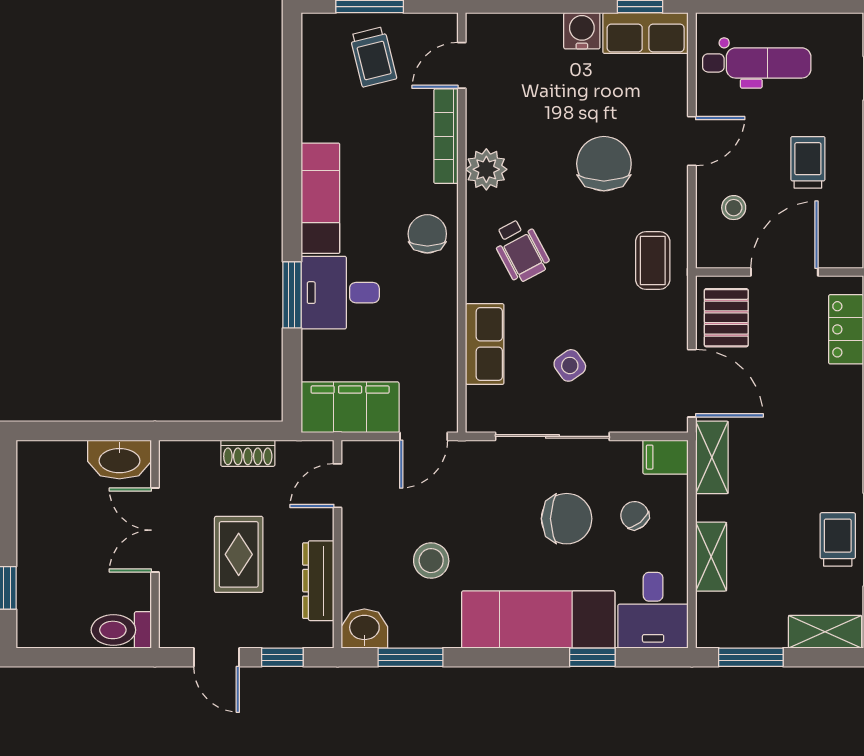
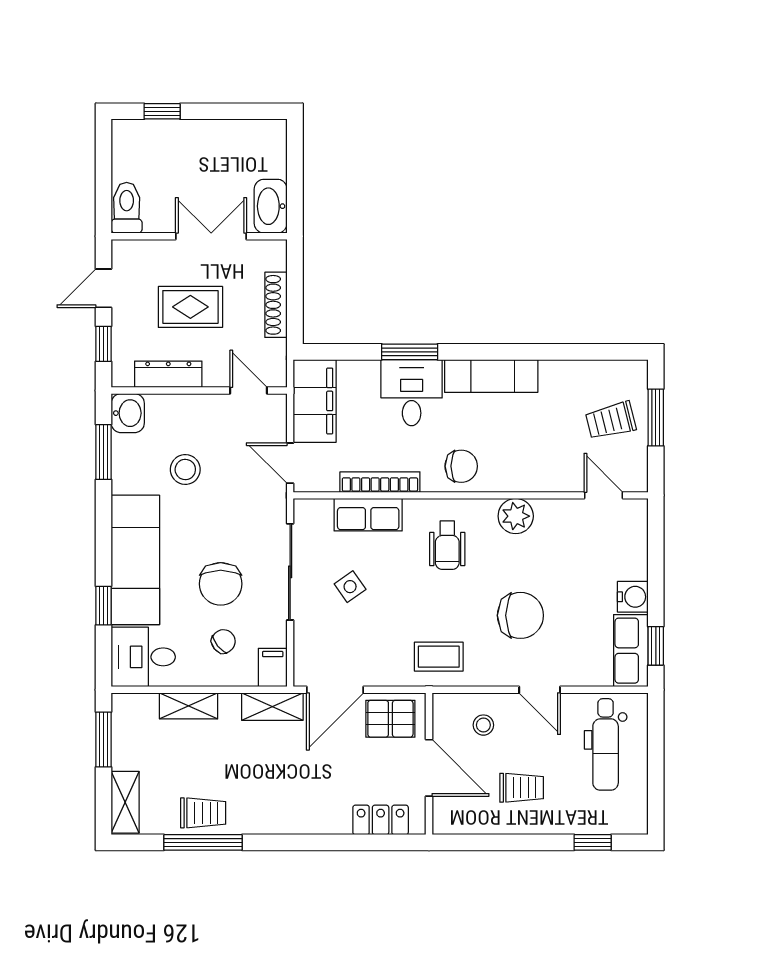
bookcase: (446, 136) -> (380, 482), moved
wheelchair: (521, 250) -> (447, 545), turned -62
shoe rack: (248, 453) -> (276, 305), width x1.43

